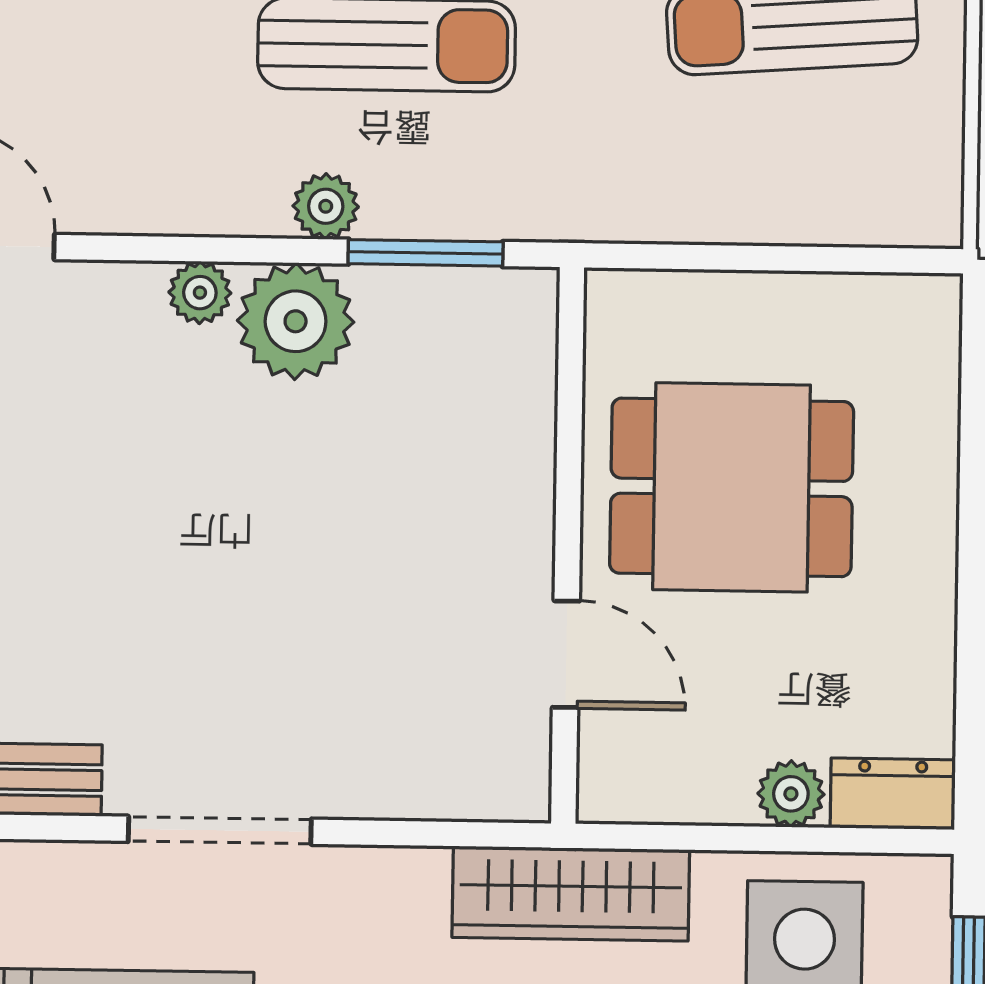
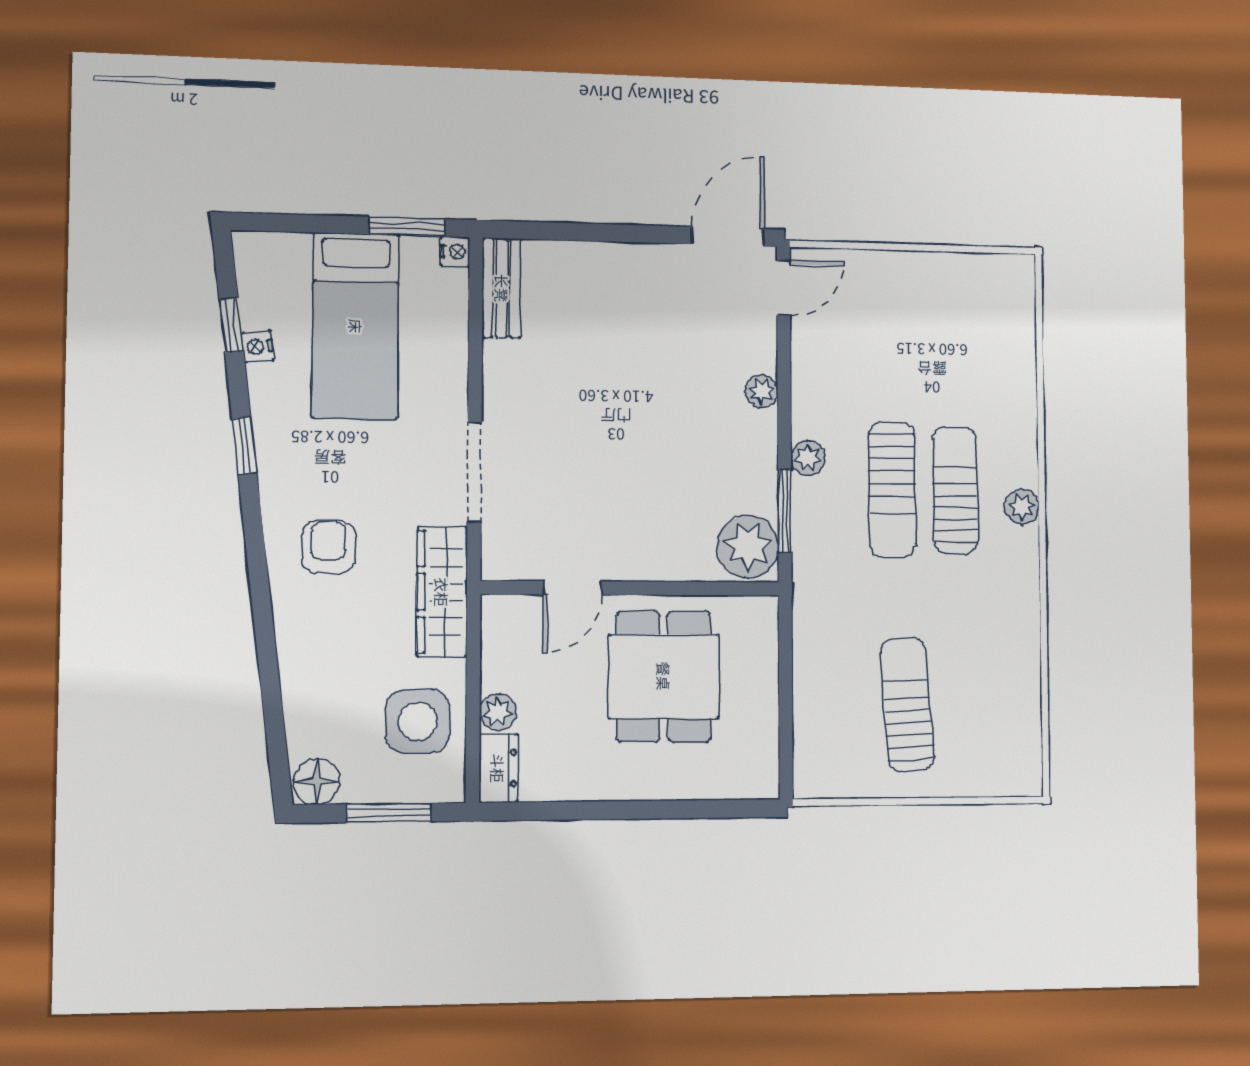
plant: (296, 321) -> (748, 547), moved
doorway: (220, 830) -> (474, 472), moved

